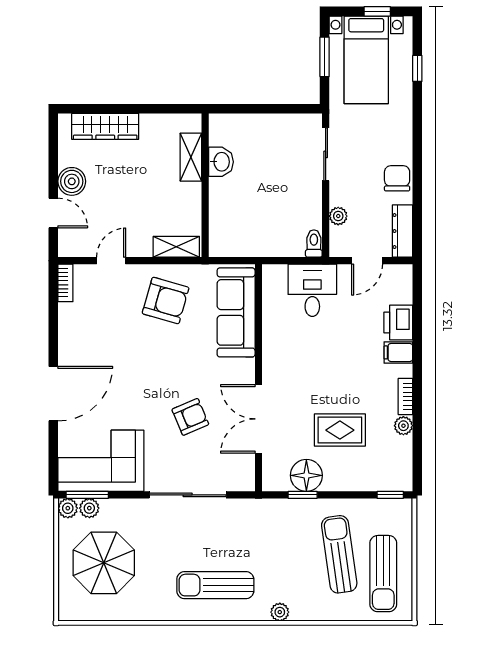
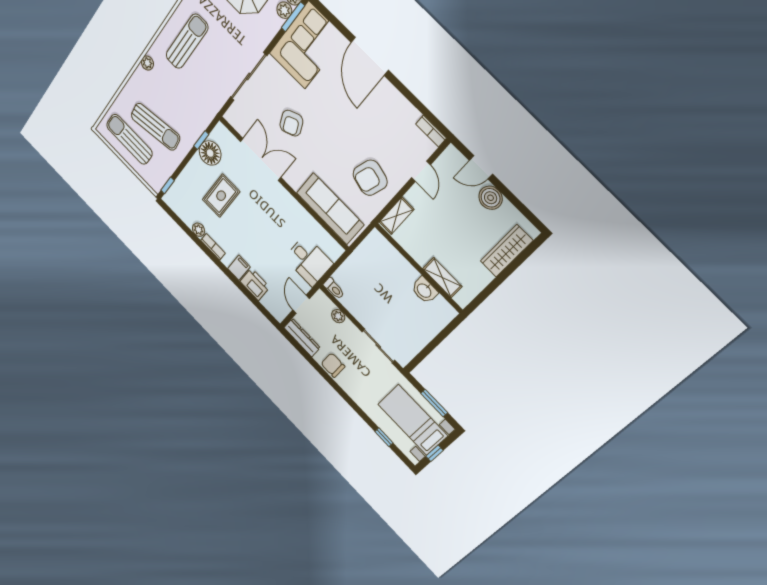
chair: (397, 178) -> (333, 365), turned 180

